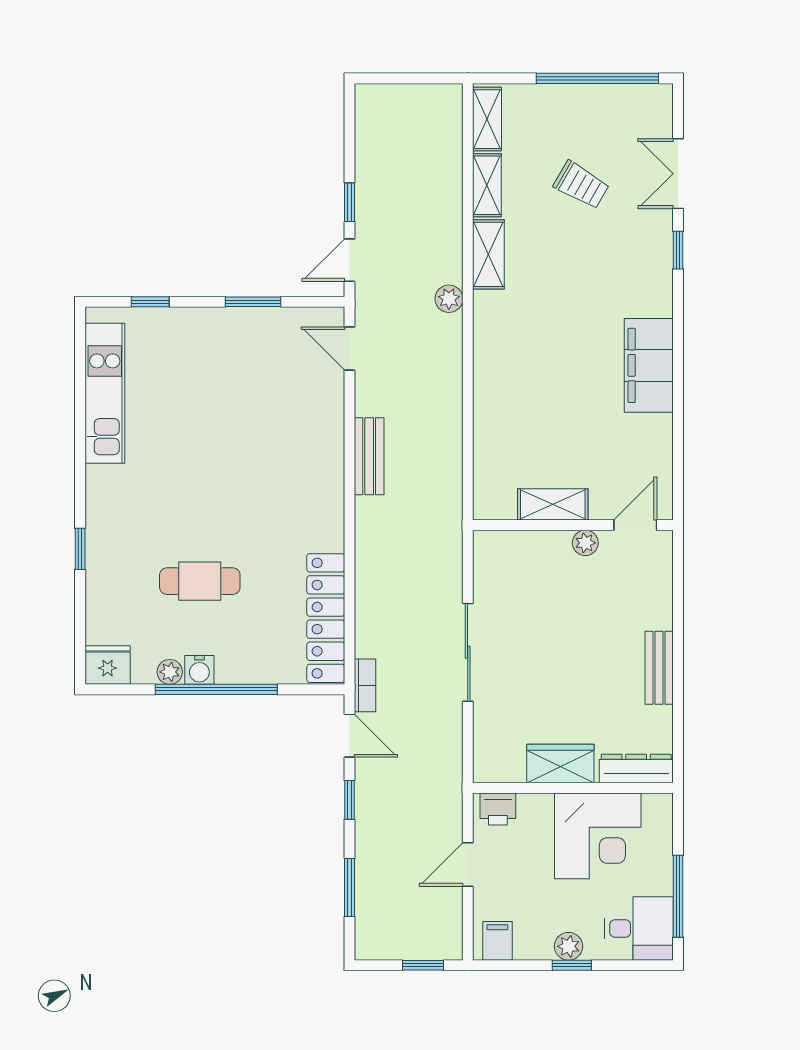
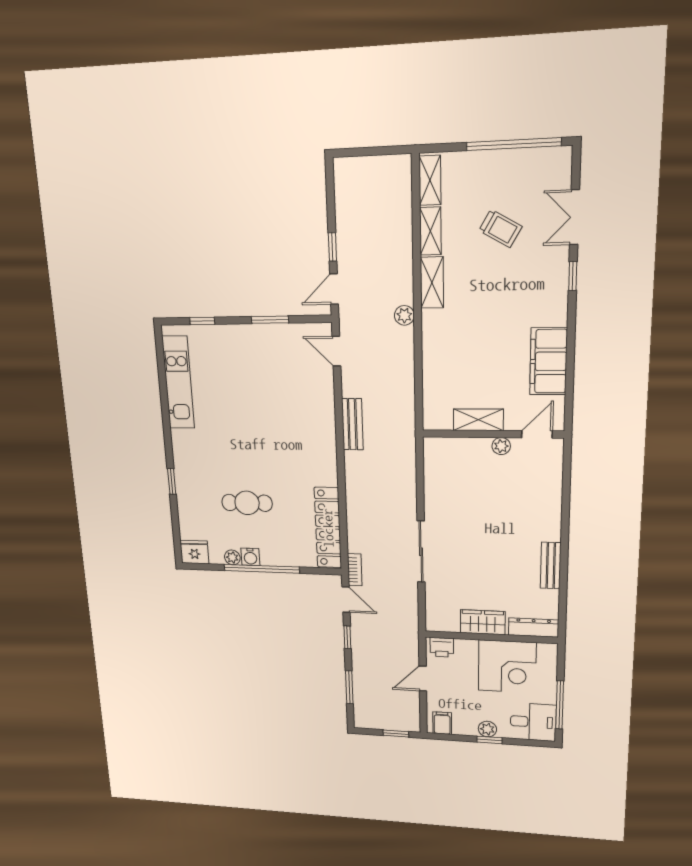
shelving: (553, 504) -> (478, 420), moved
wall: (573, 525) -> (492, 434), moved
door: (635, 525) -> (537, 434), moved
plant: (585, 543) -> (501, 446), moved

